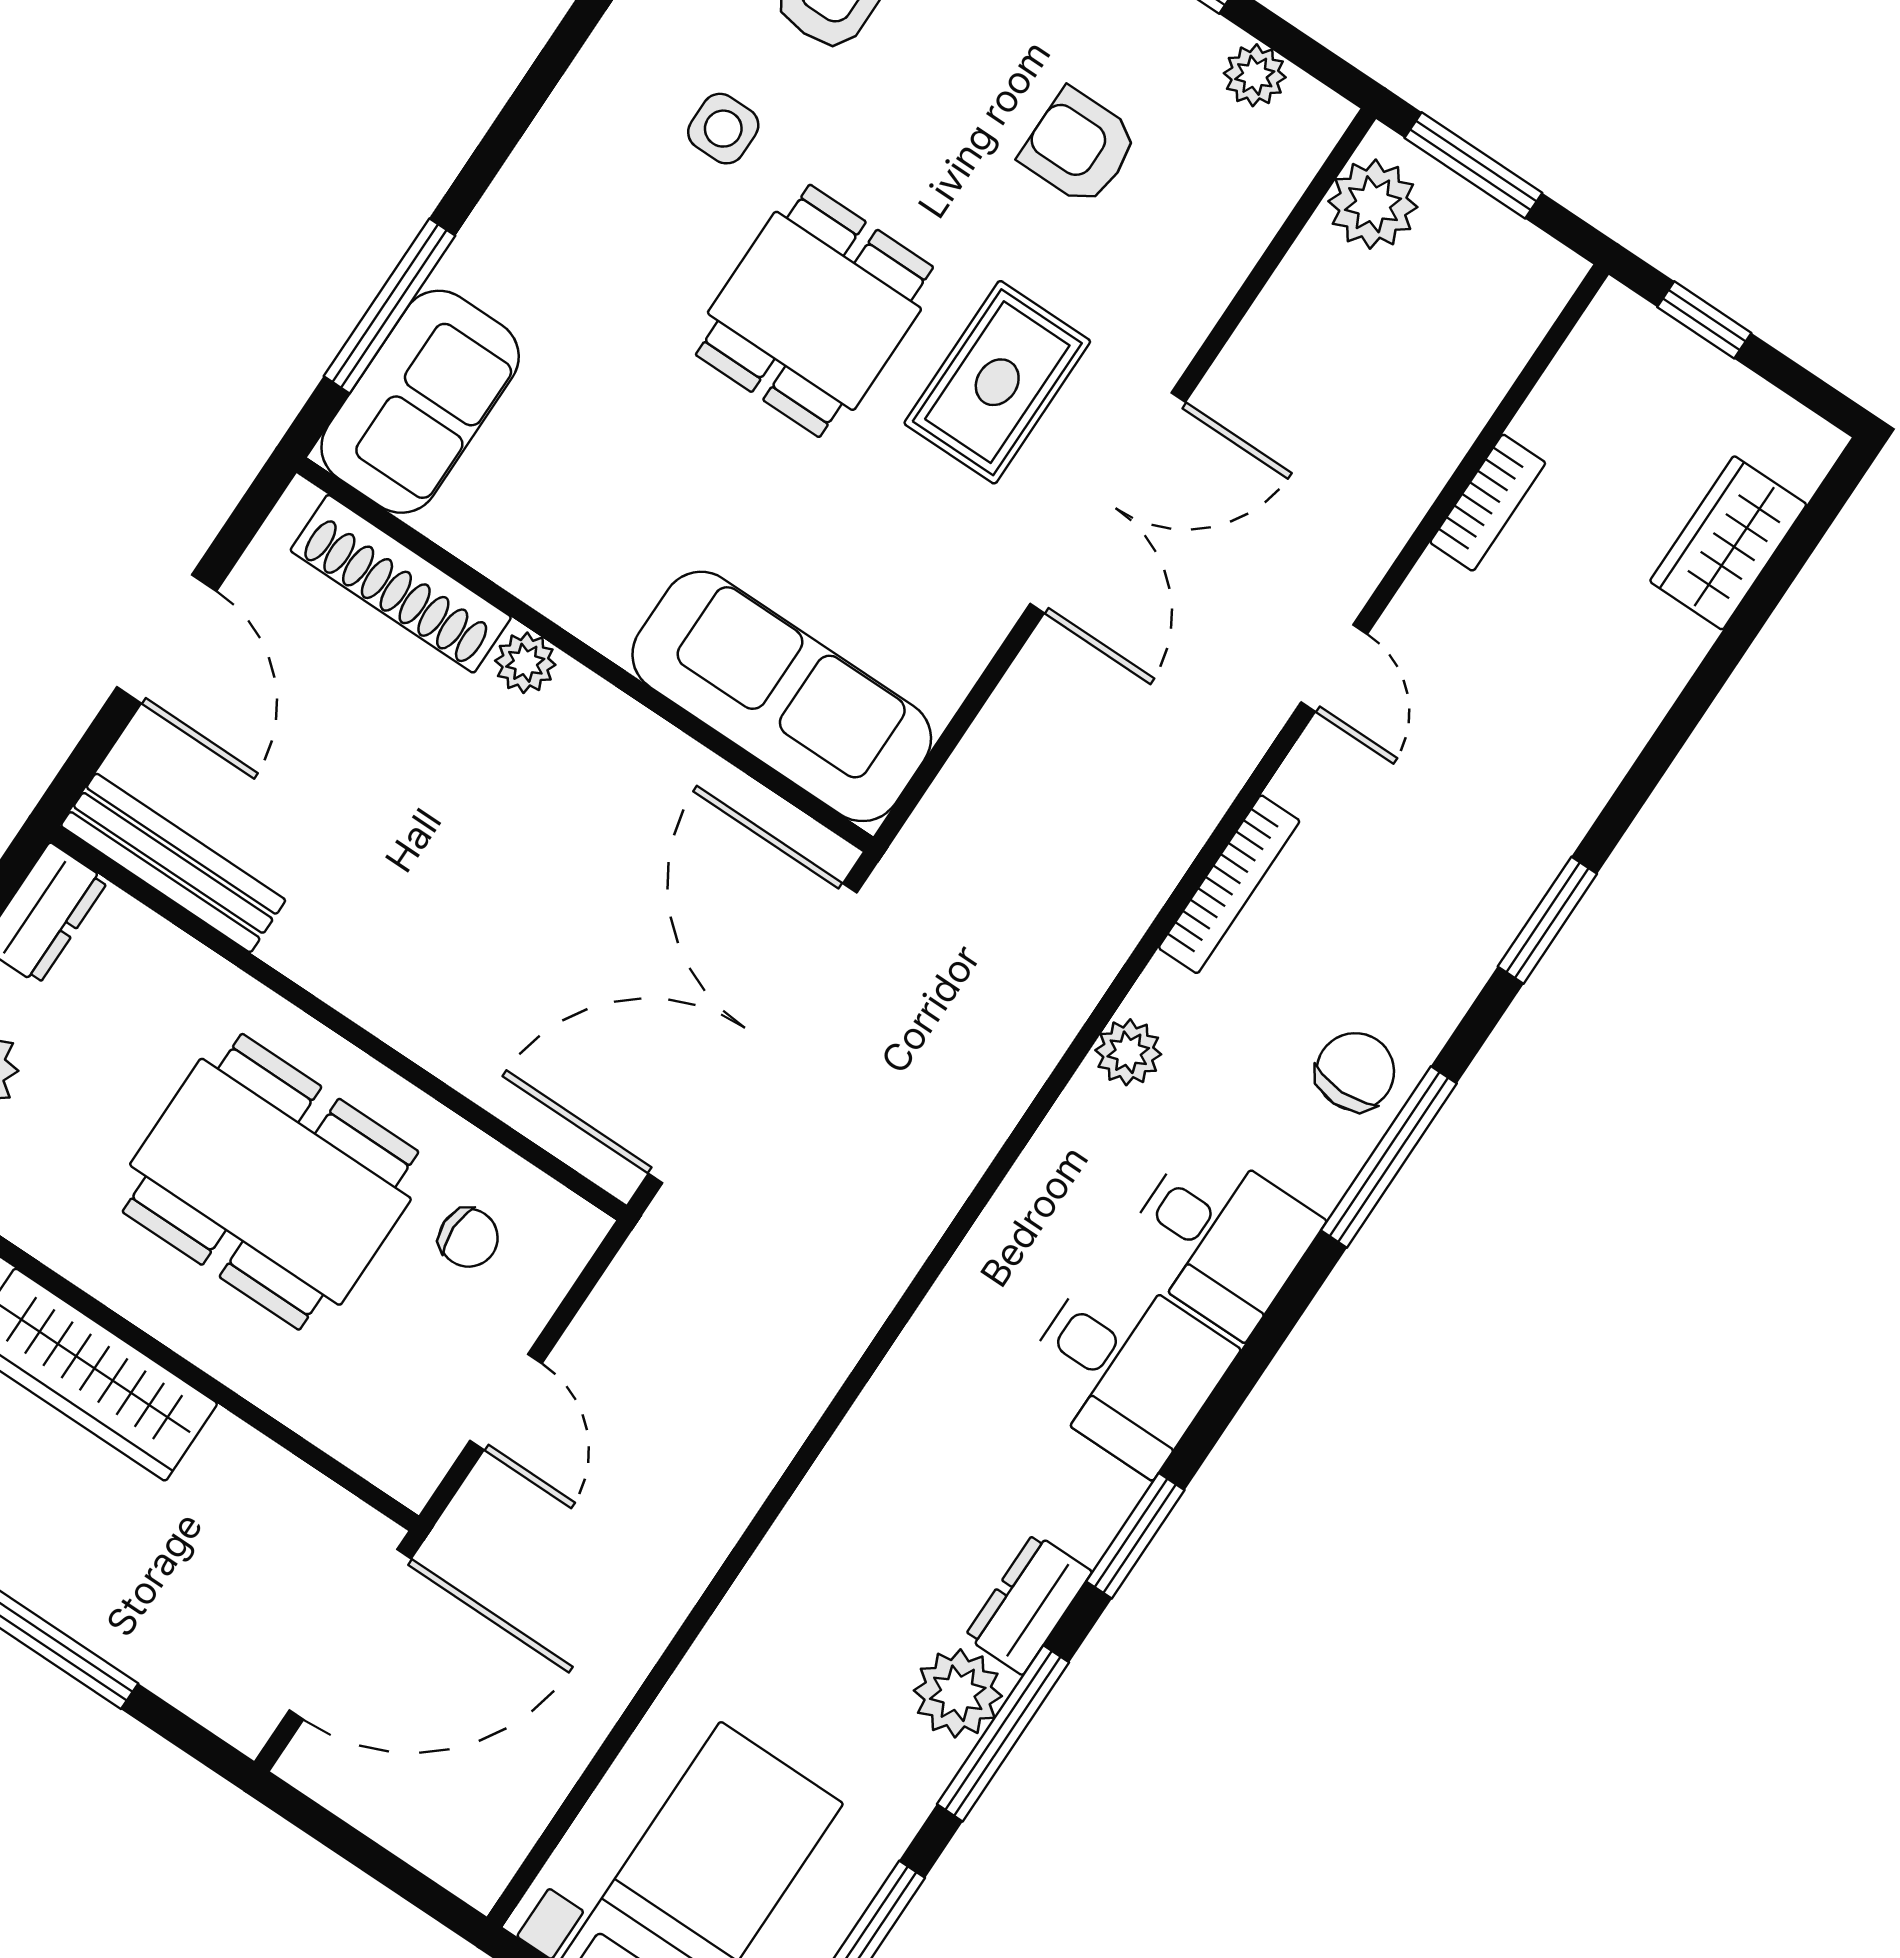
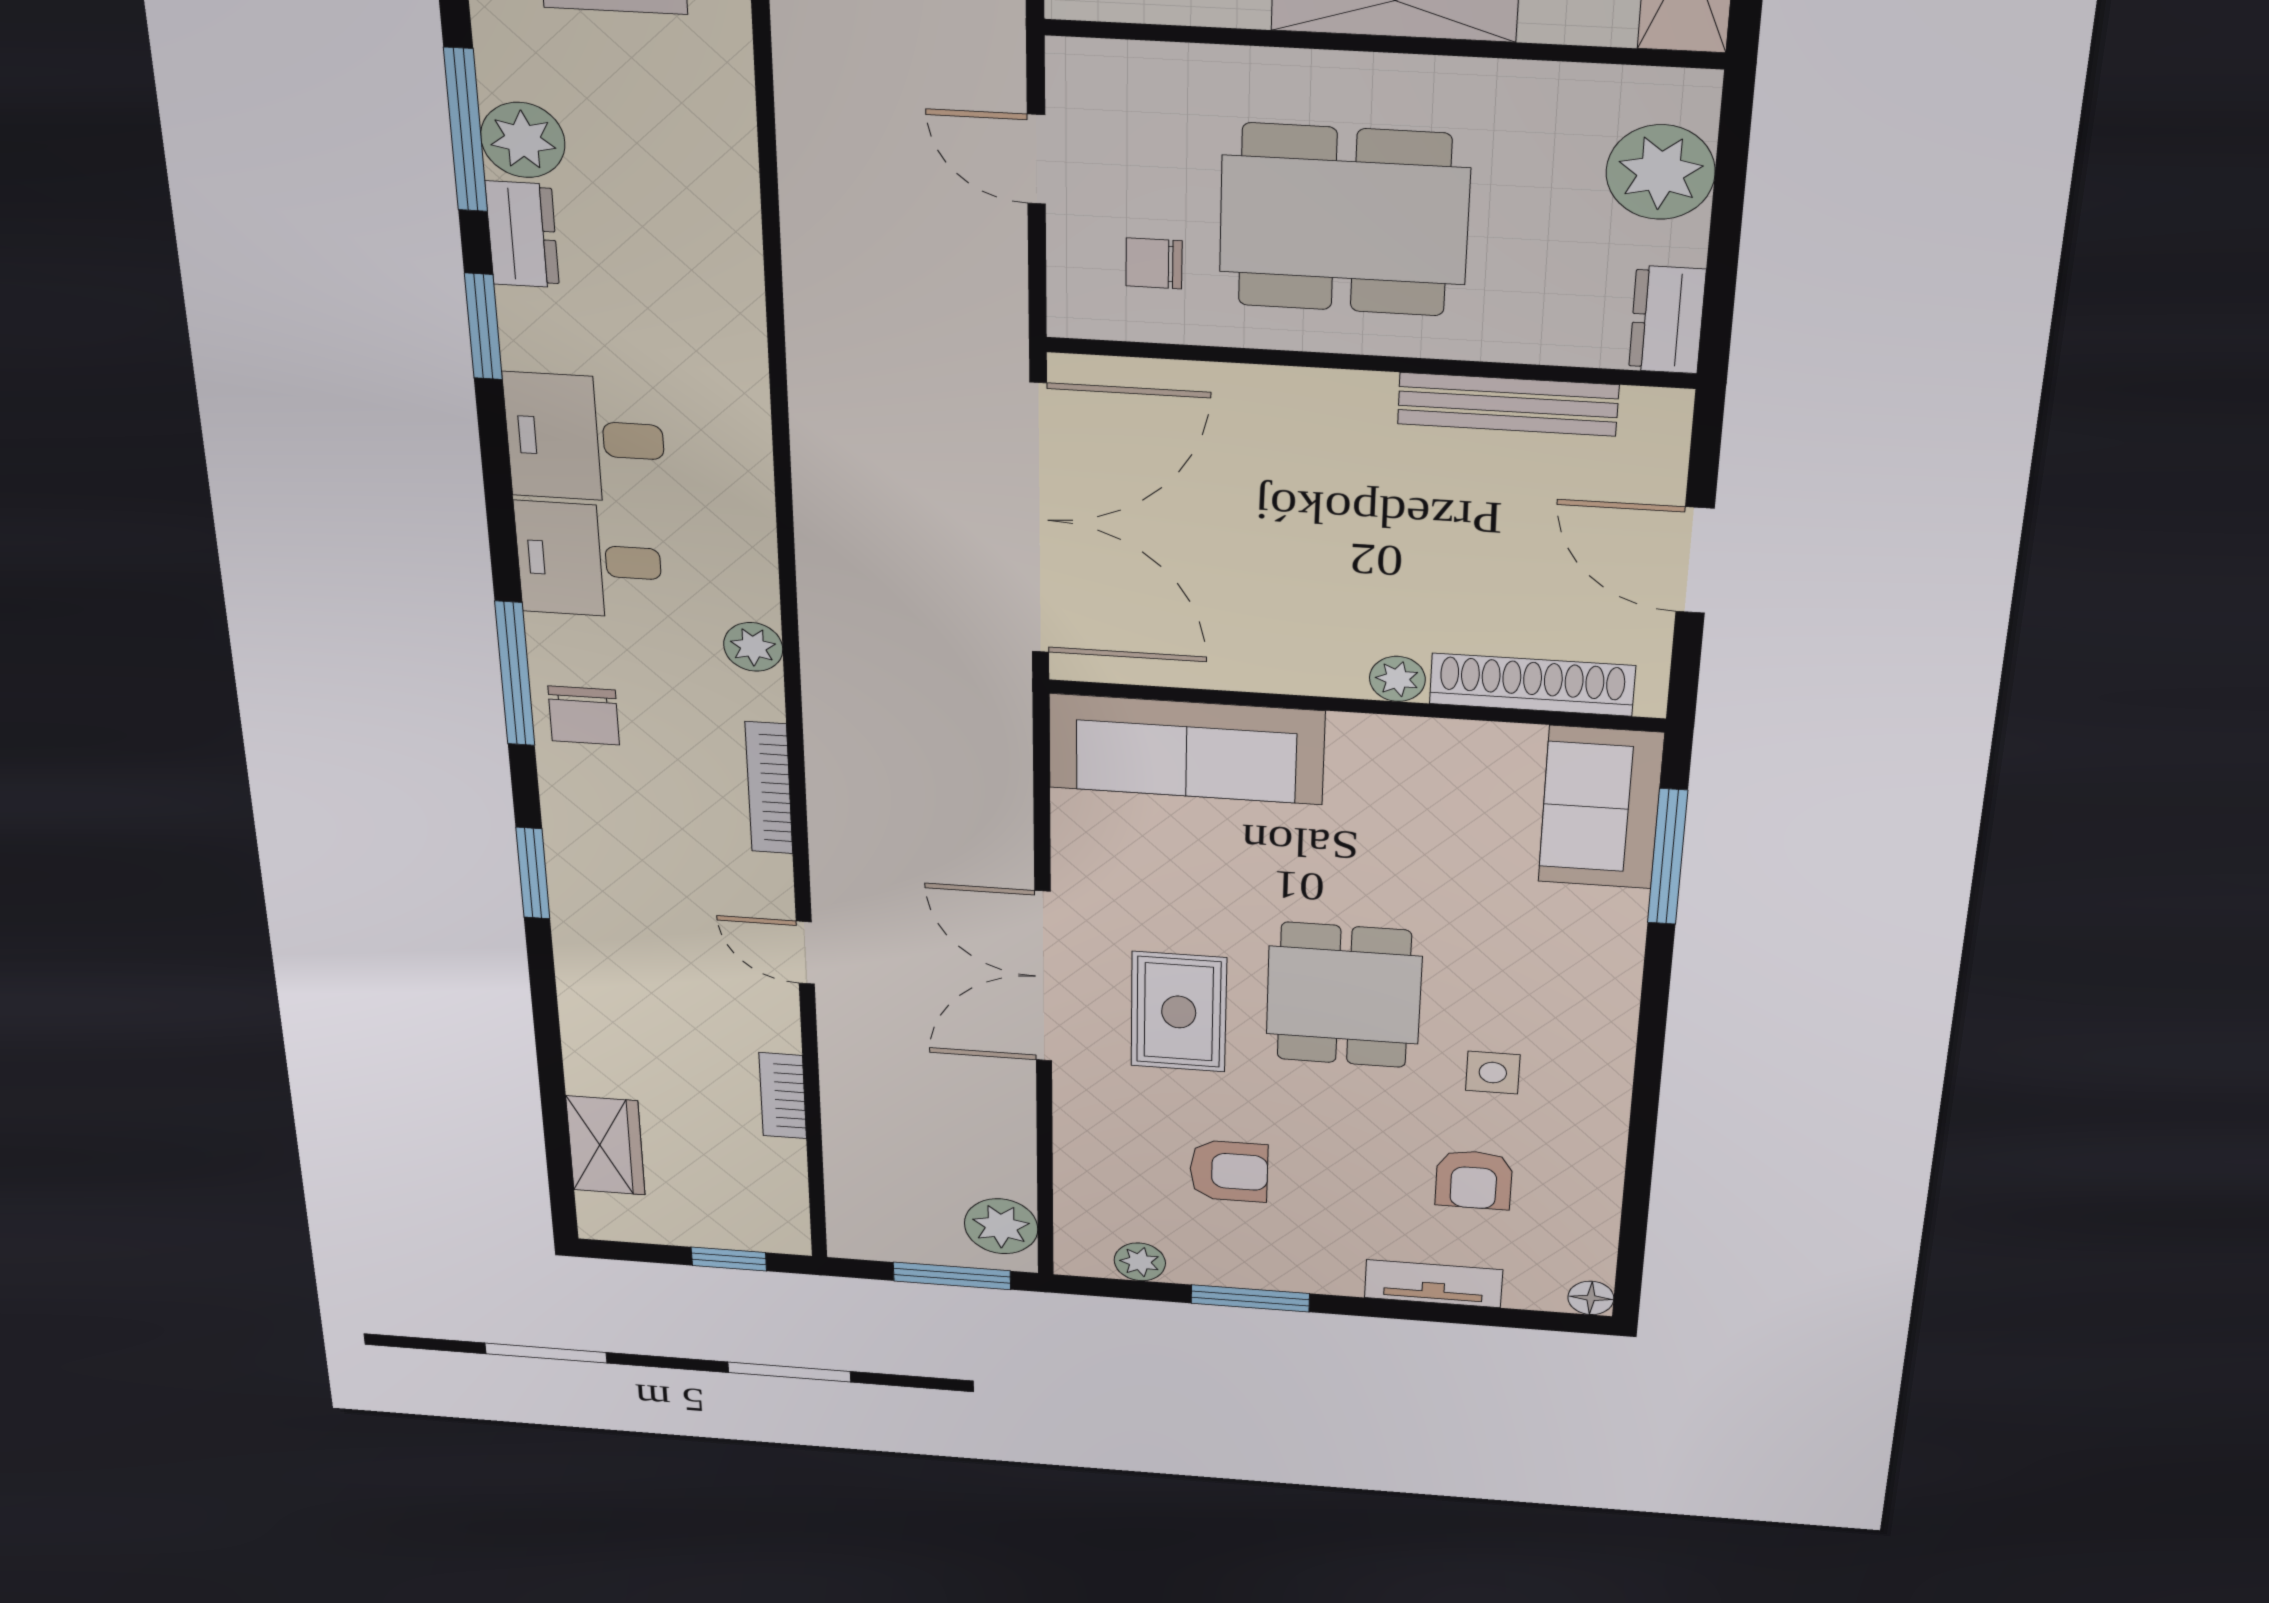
bench: (173, 863) -> (1508, 404), moved

